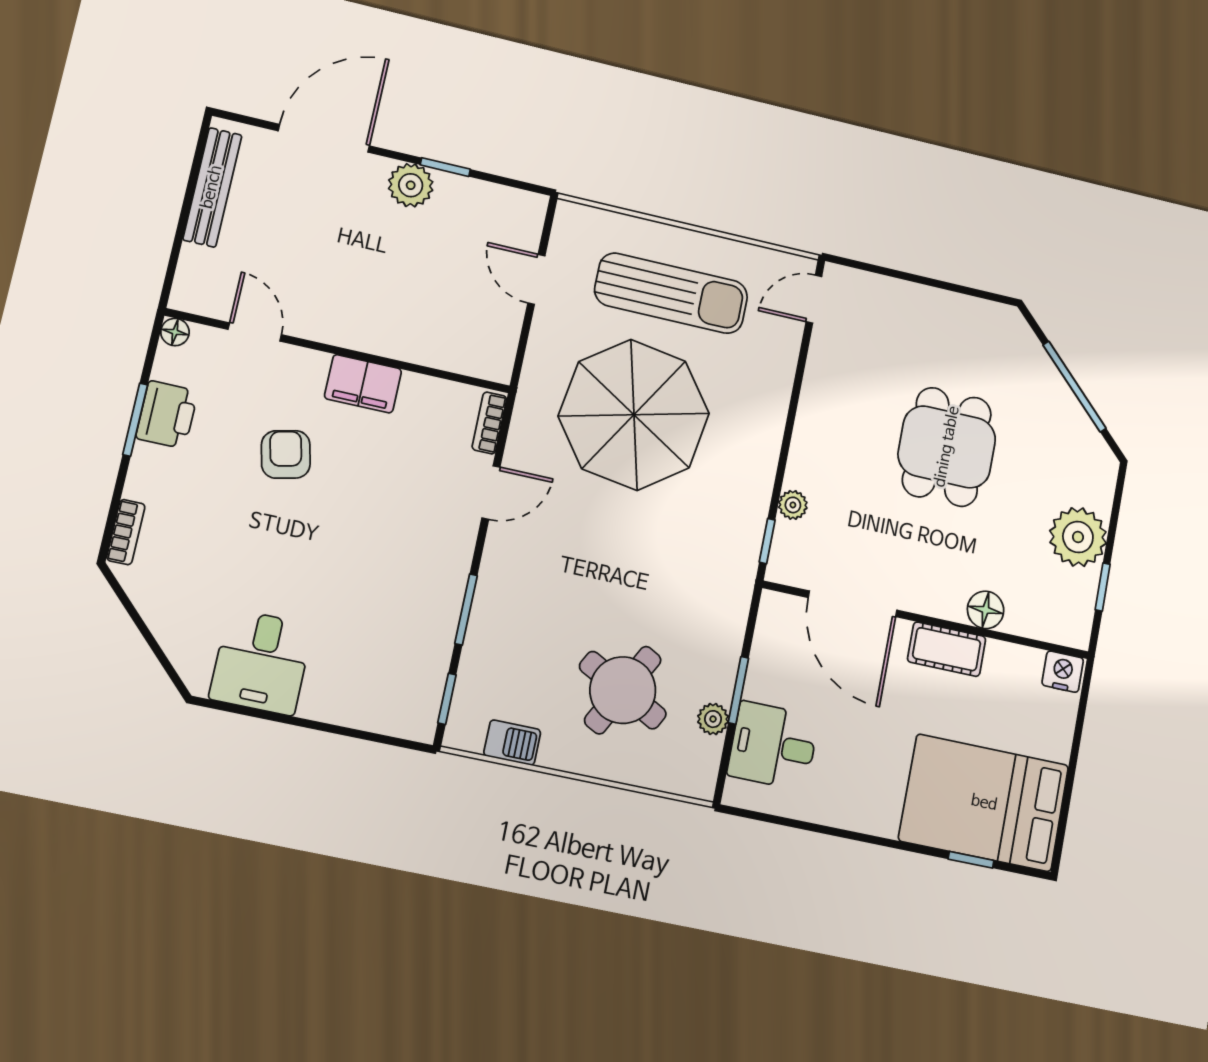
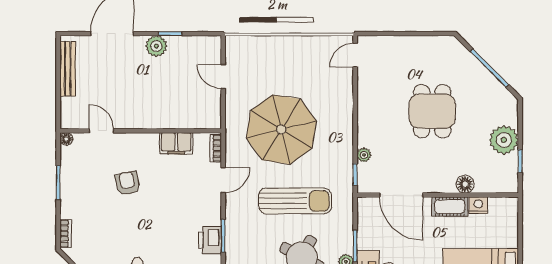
sun lounger: (671, 293) -> (295, 201), moved
filing cabinet: (363, 384) -> (176, 143), moved
printer: (167, 415) -> (210, 240), moved, turned 180
nightstand: (1063, 672) -> (478, 205), moved

